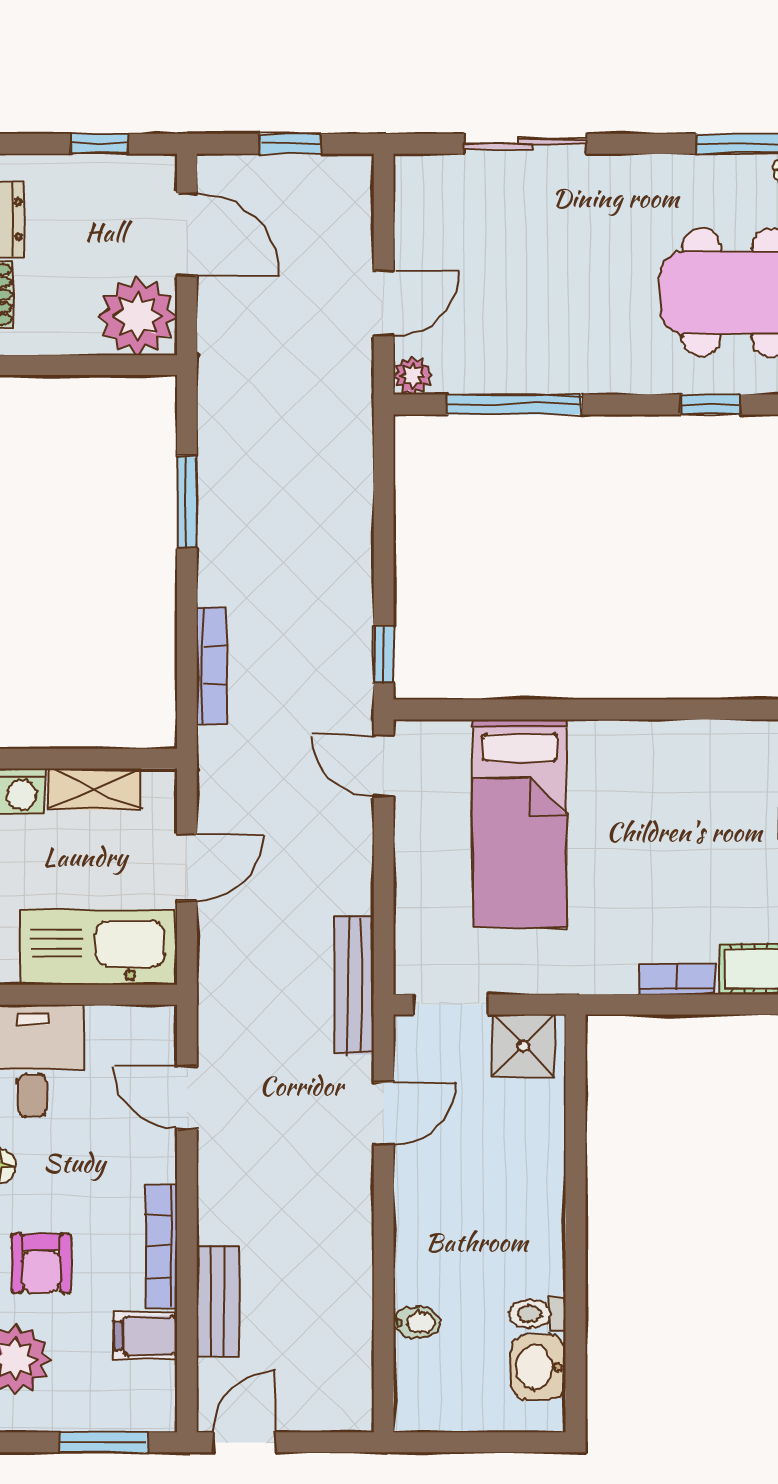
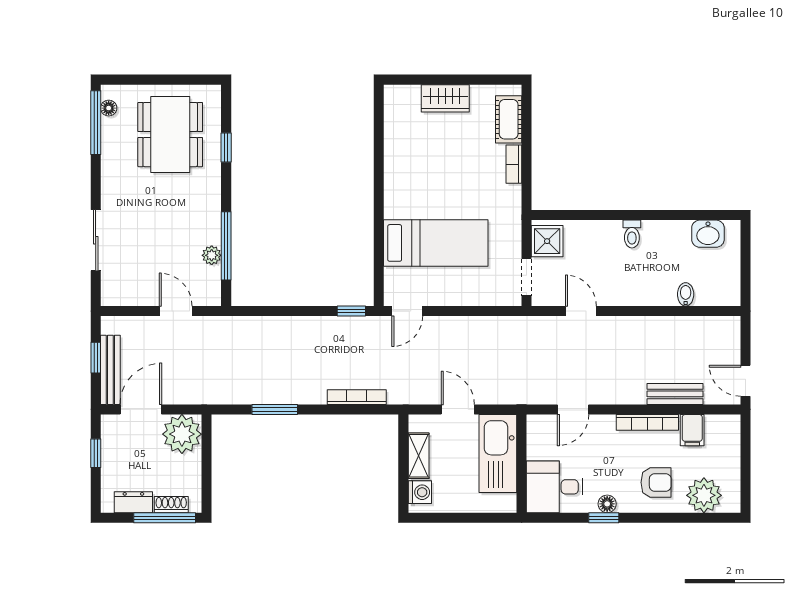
plant: (413, 375) -> (212, 255), moved
bench: (354, 985) -> (110, 370), moved, turned 90
toilet: (537, 1314) -> (632, 234), moved
window: (104, 1442) -> (745, 451), removed

